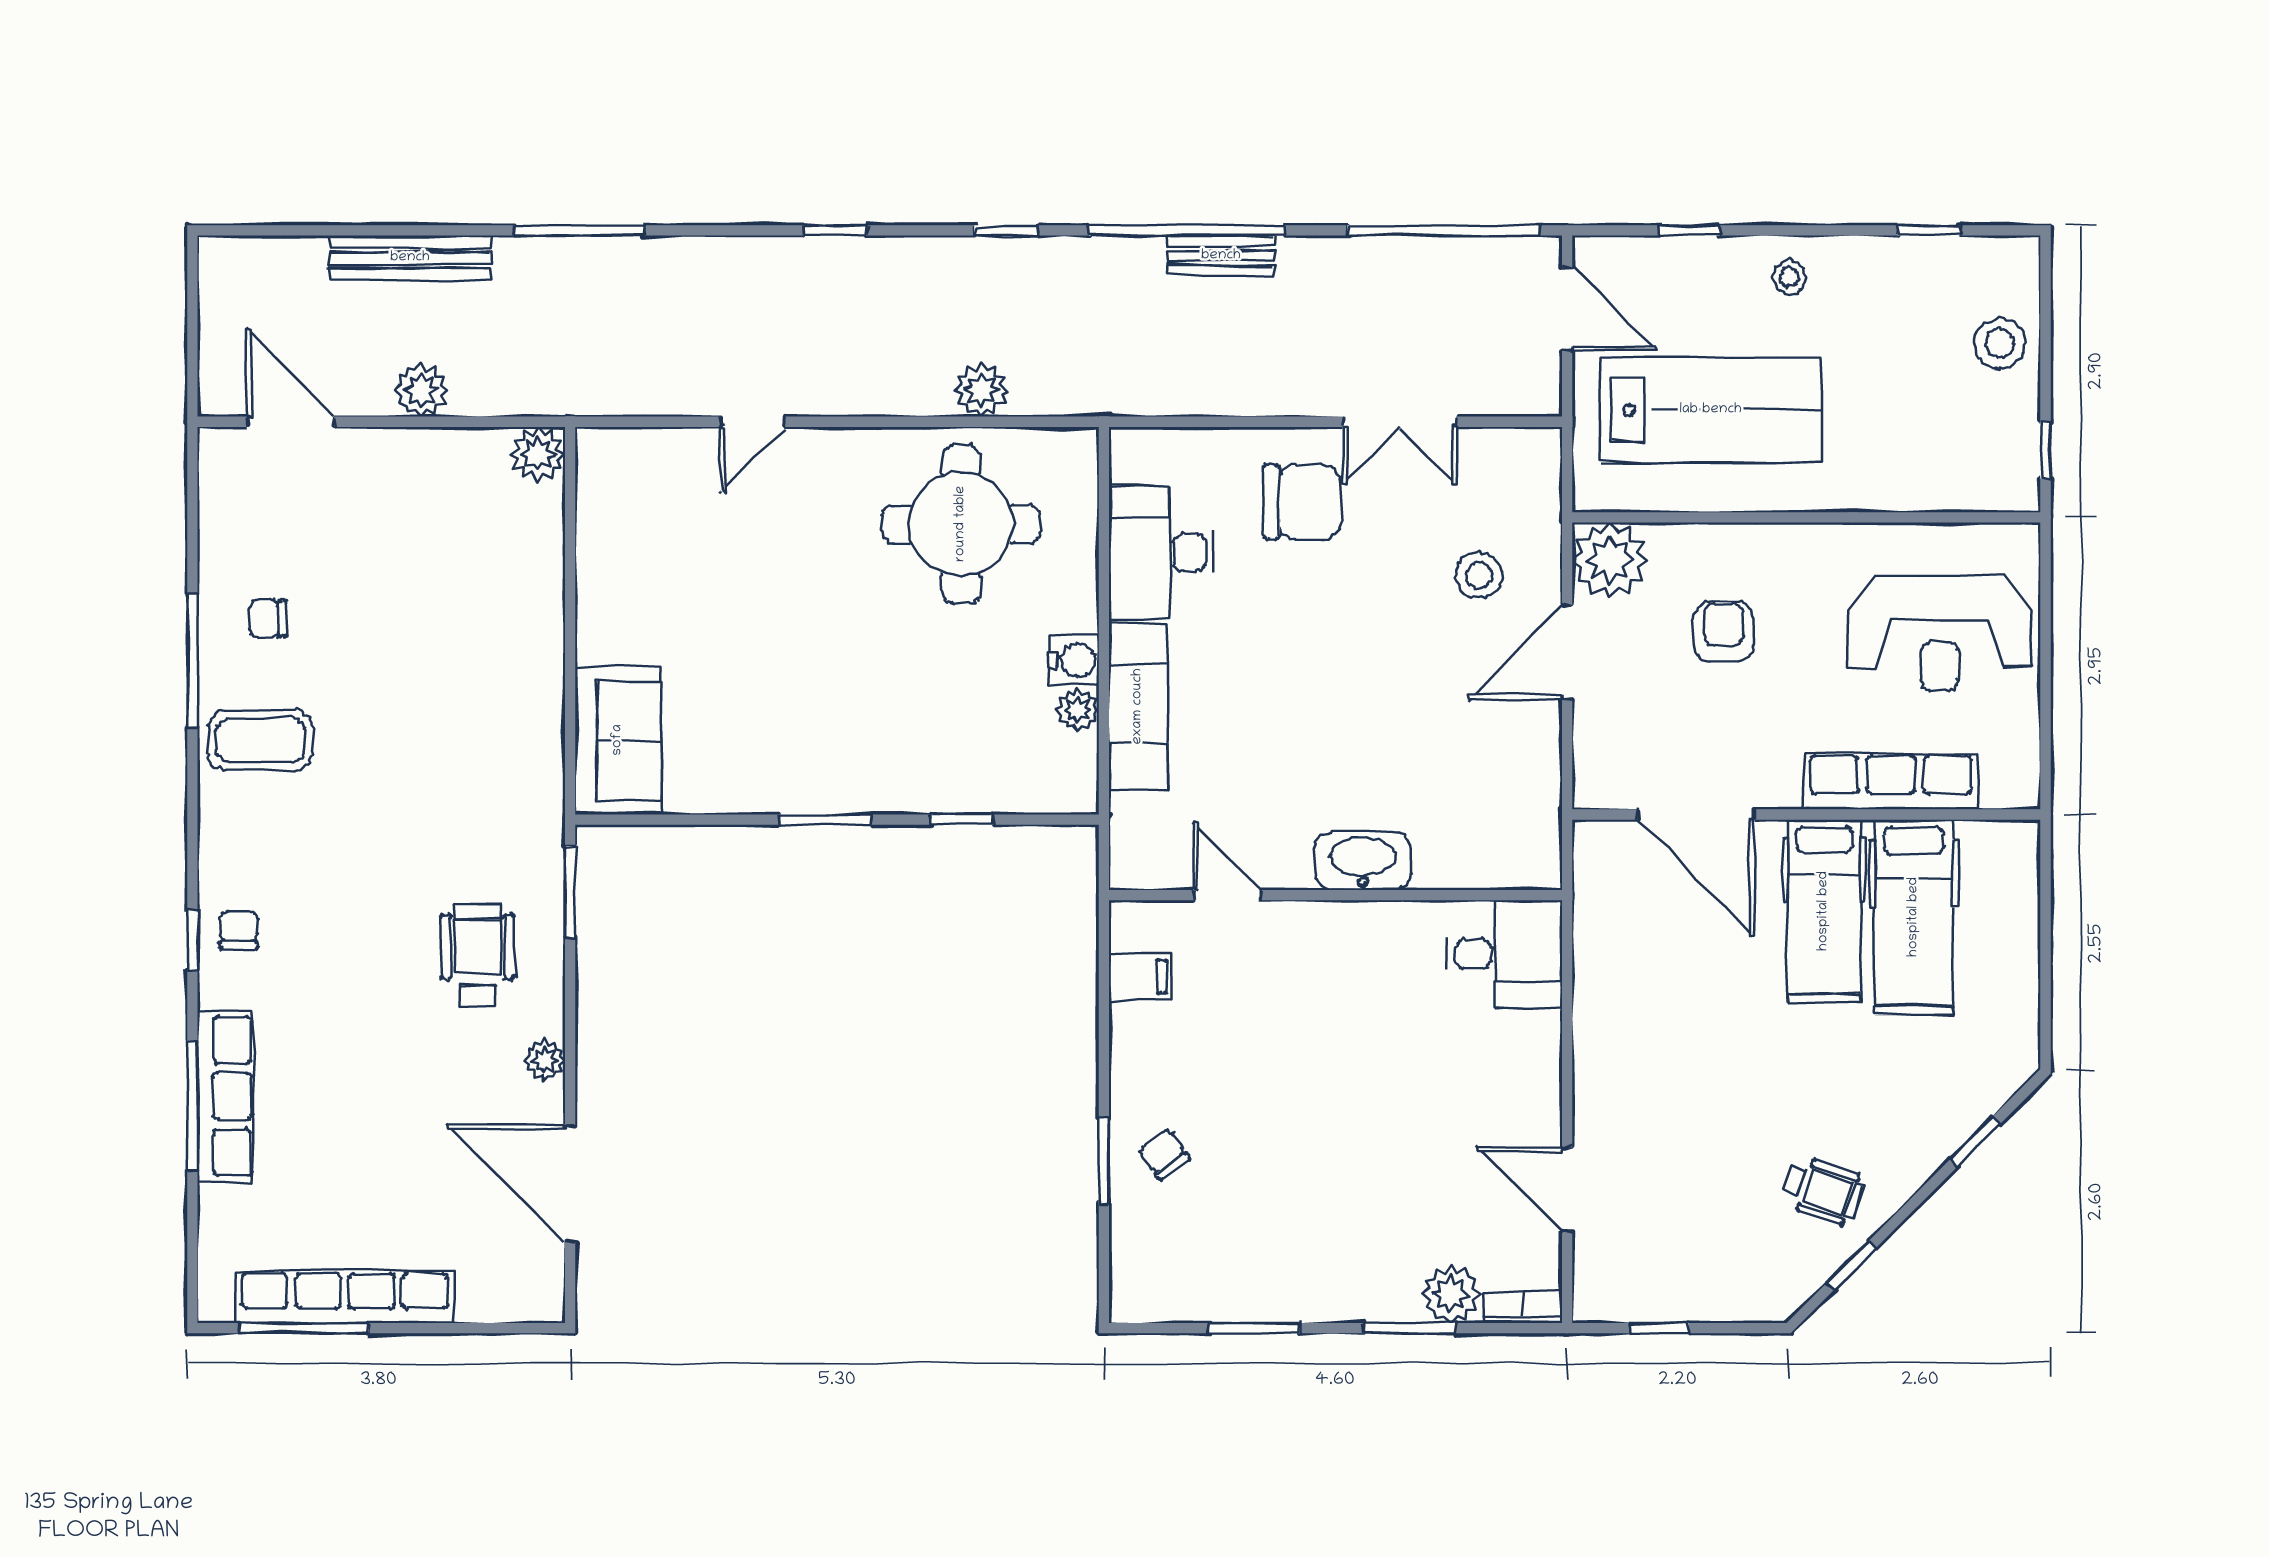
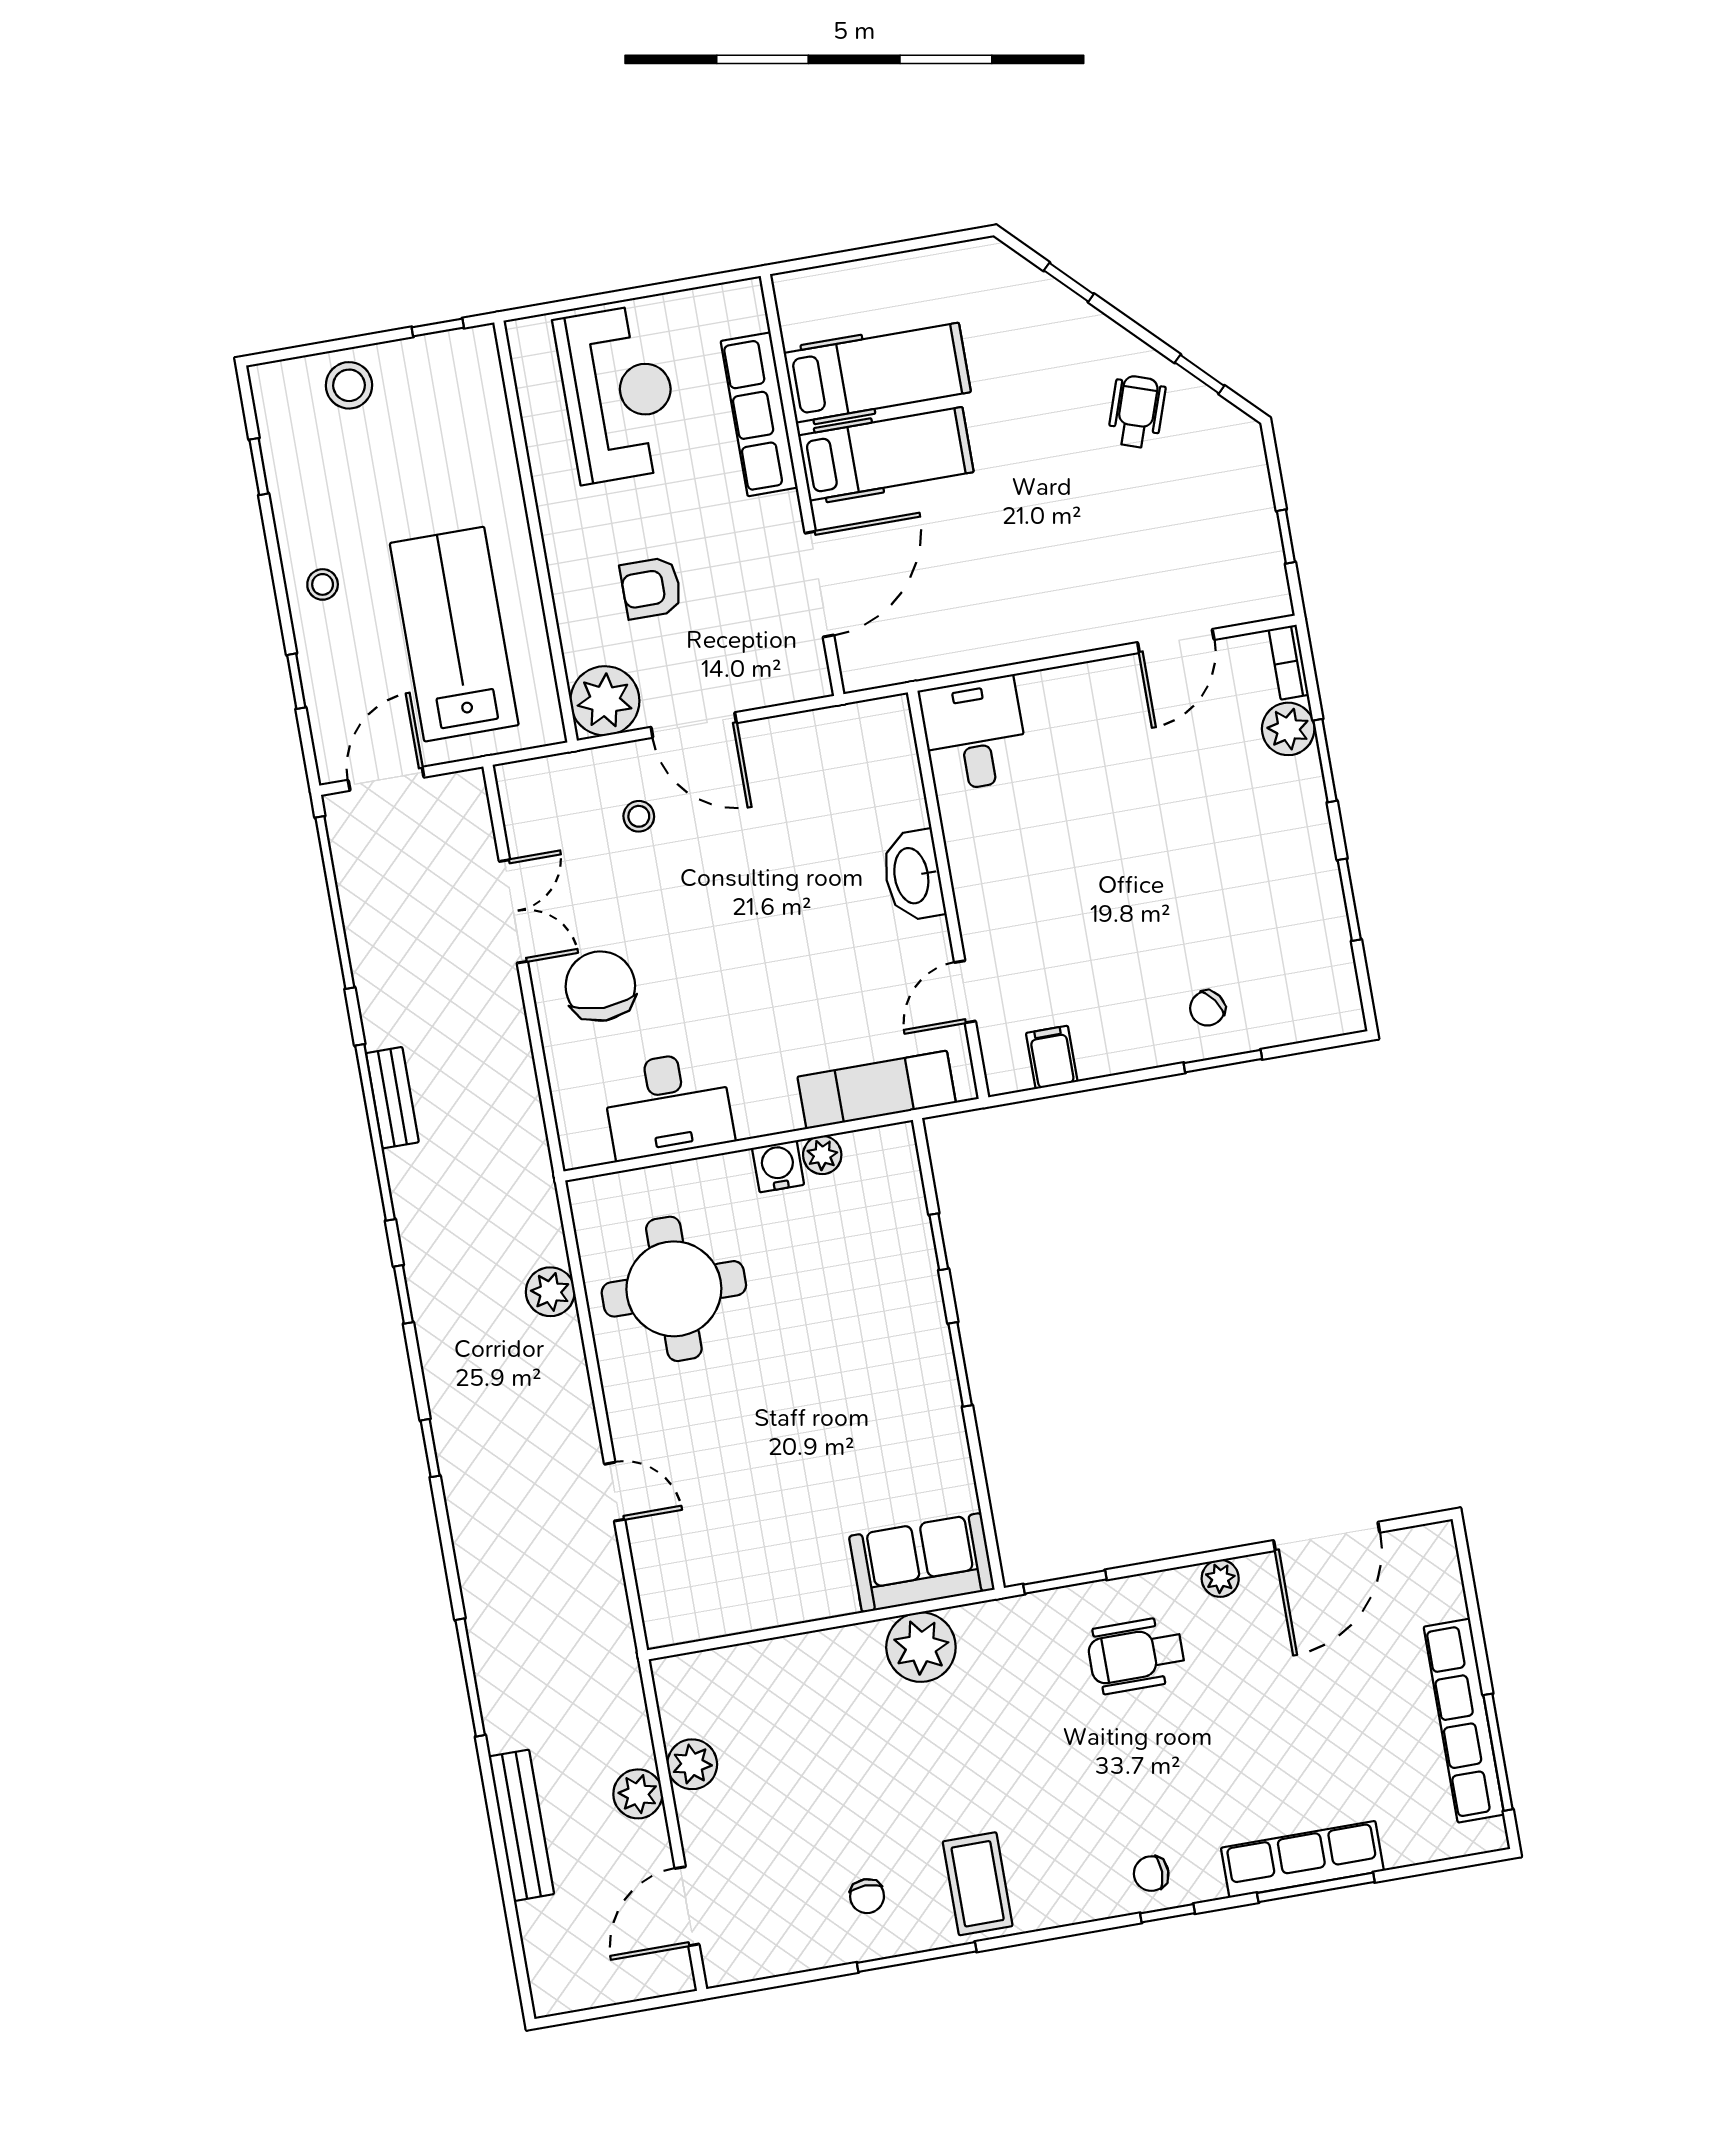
plant: (538, 454) -> (692, 1764), moved
stool: (1479, 575) -> (639, 816), width x0.73, depth x0.73
exam couch: (1138, 706) -> (877, 1090), moved
plant: (527, 724) -> (921, 1647), added

